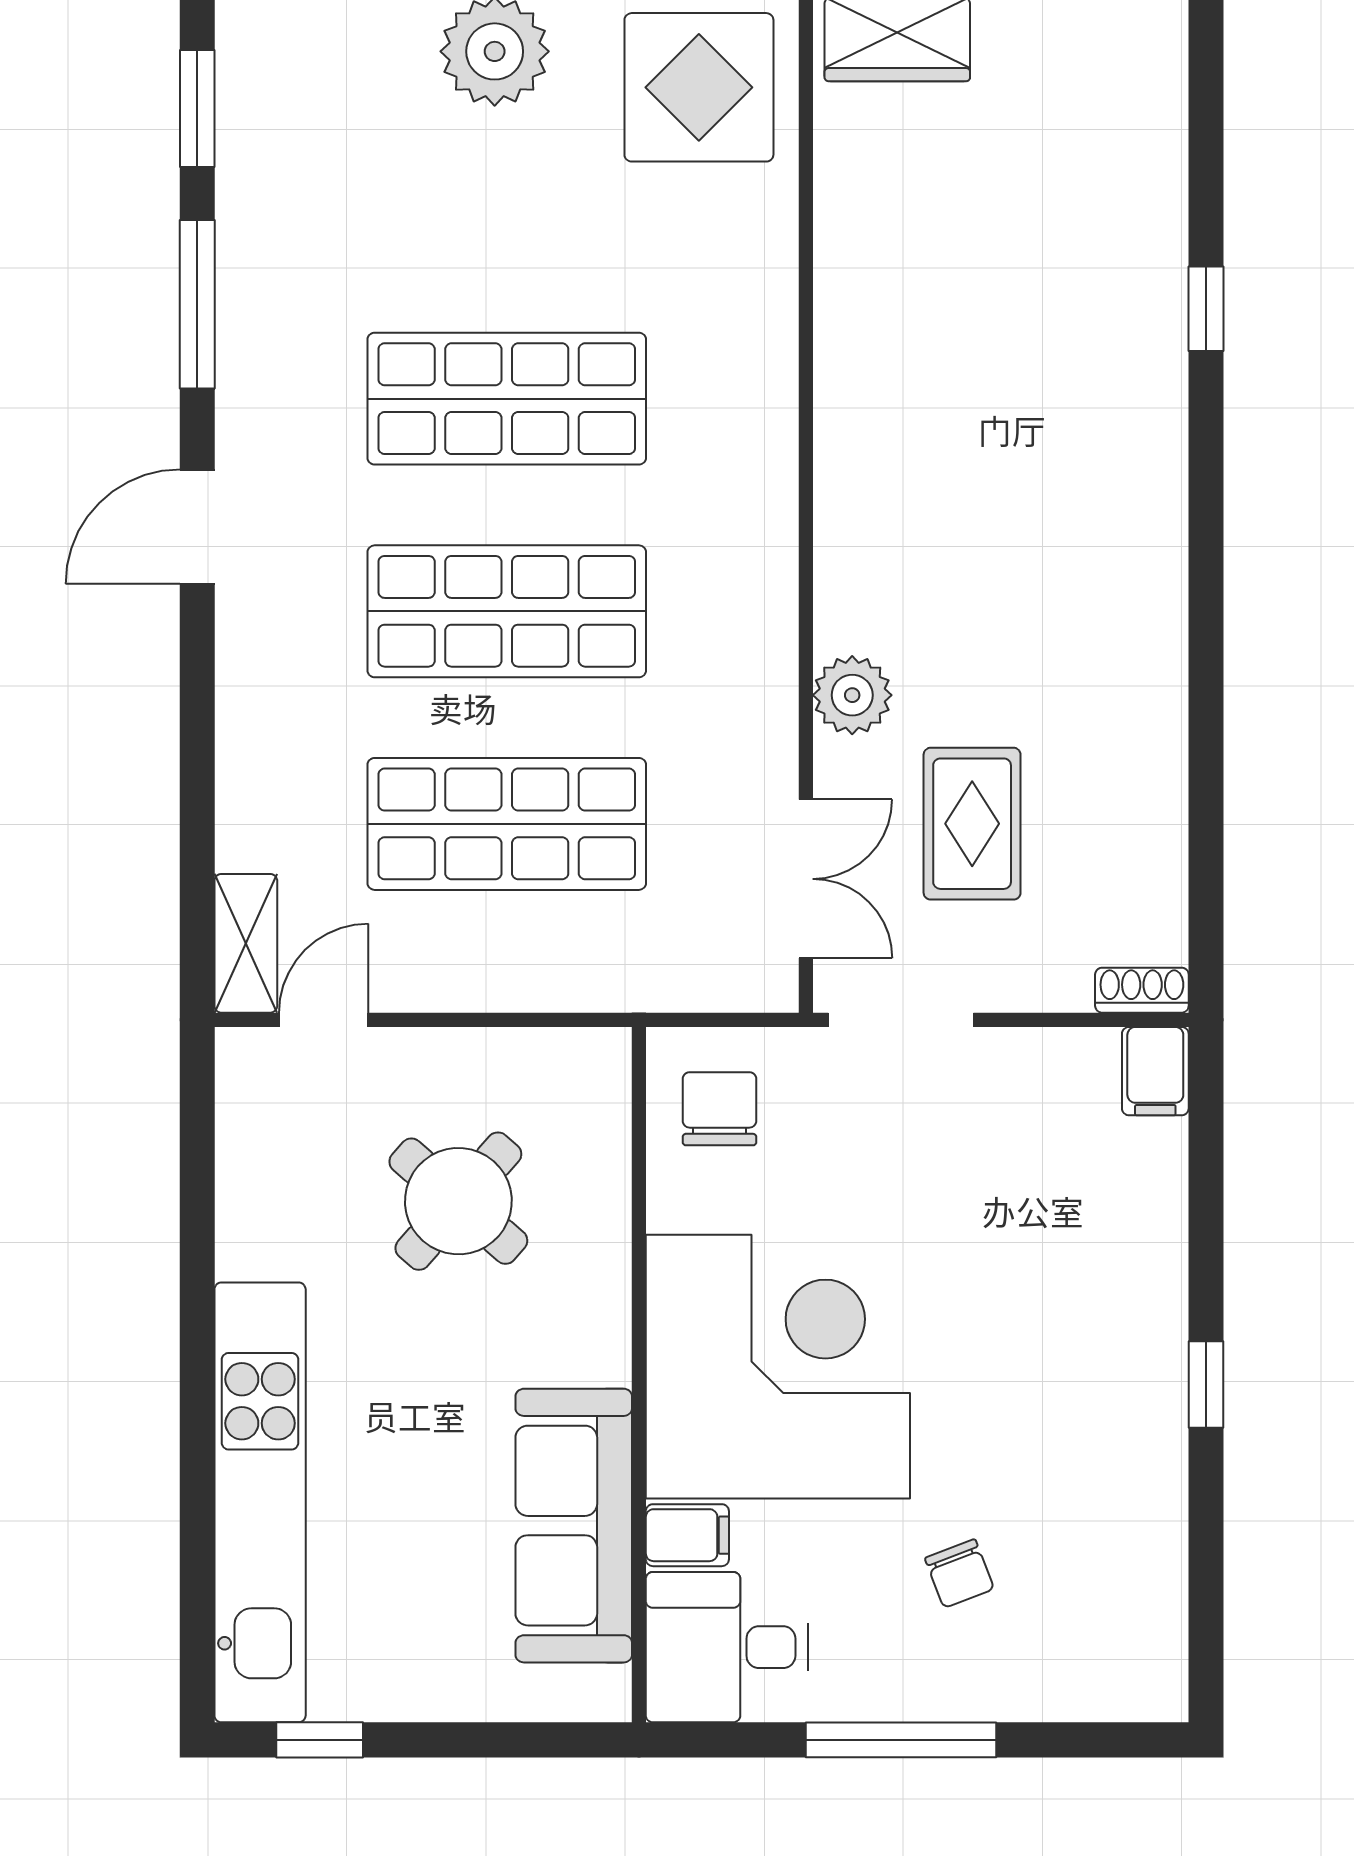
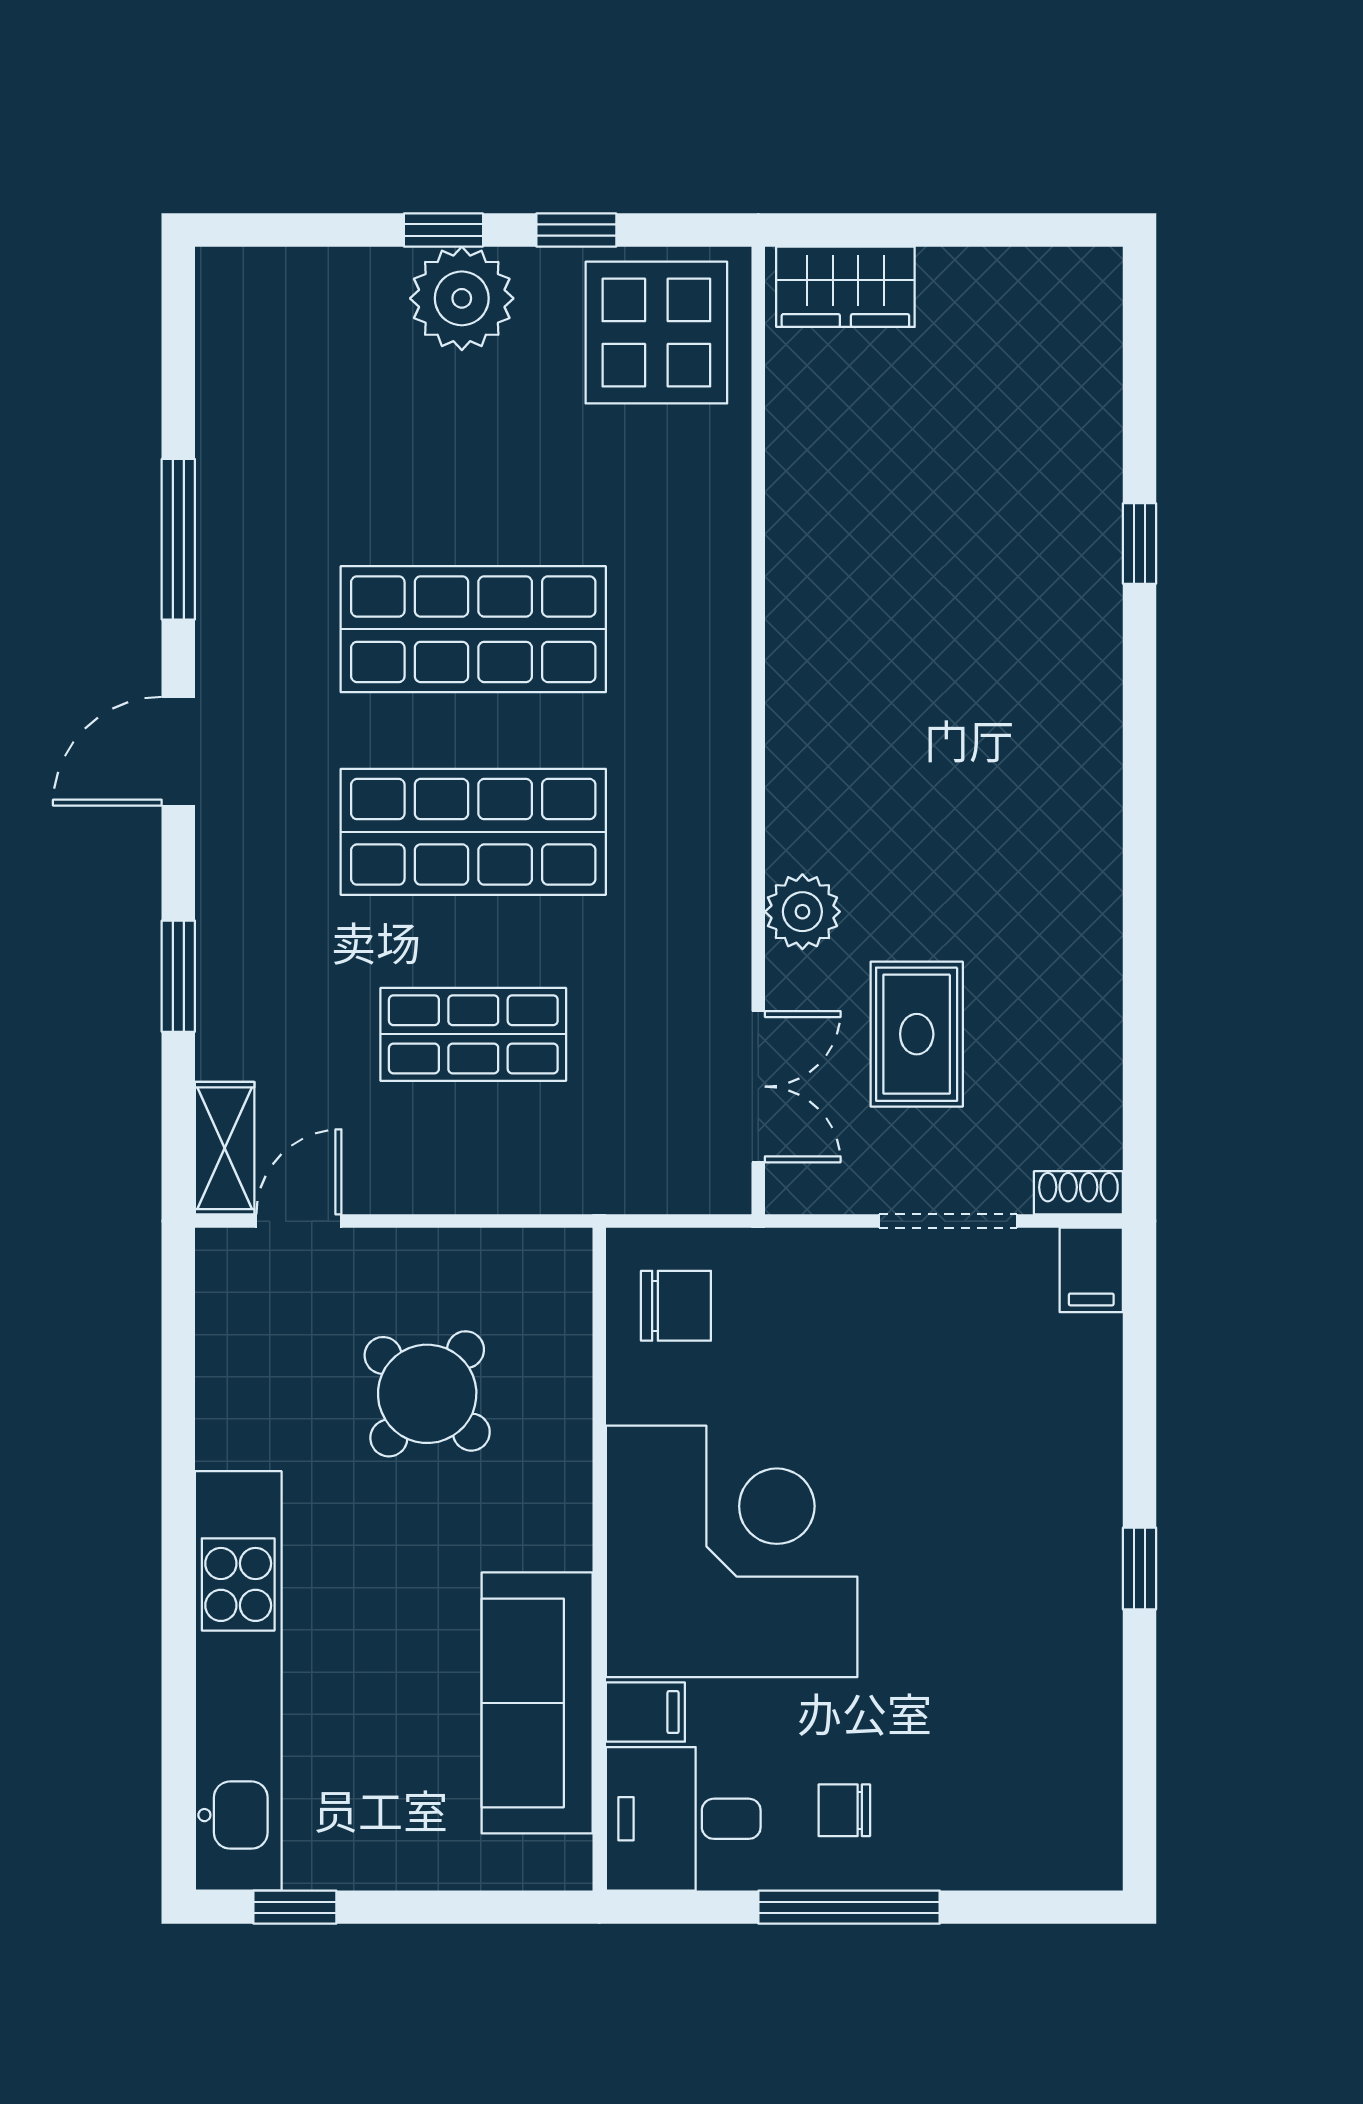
window: (197, 109) -> (178, 976), moved
shop shelf: (507, 824) -> (473, 1034), width x0.70, depth x0.74
doorway: (901, 1020) -> (948, 1221), moved
chair: (719, 1109) -> (676, 1306), turned 90
chair: (959, 1573) -> (844, 1810), moved, turned 111

